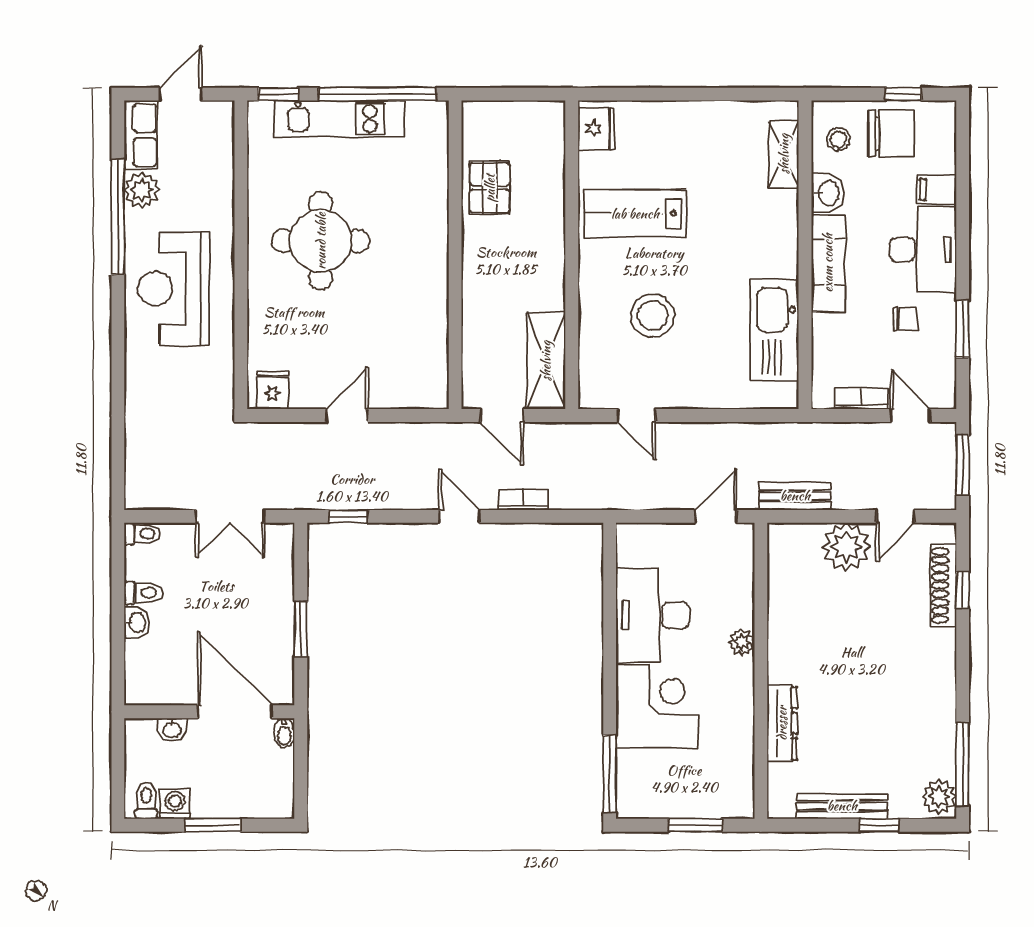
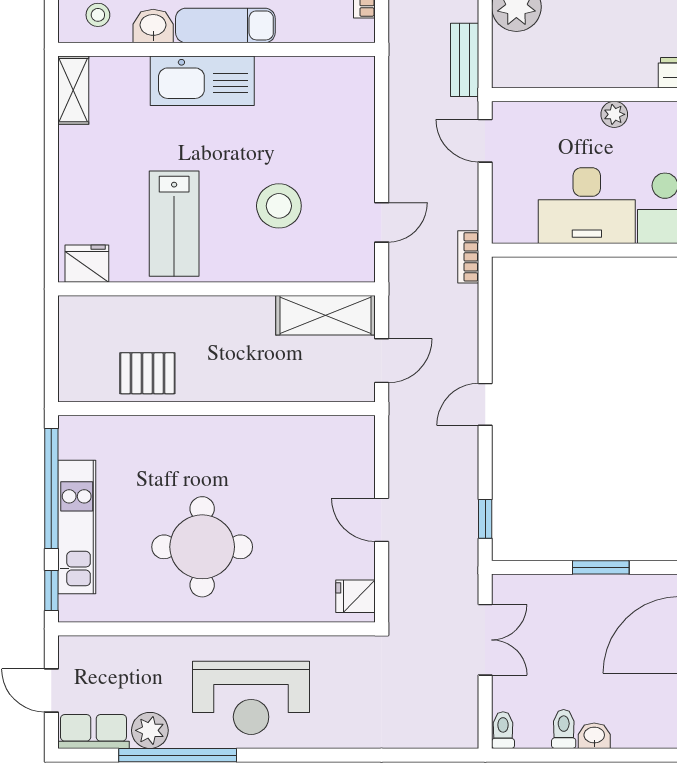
shelving: (784, 154) -> (73, 90), moved, turned 90
kitchen sink: (774, 330) -> (202, 81), moved
bookcase: (523, 500) -> (468, 257), moved

